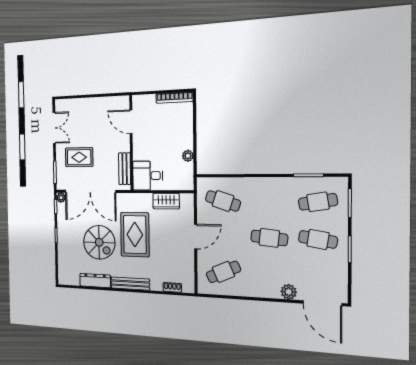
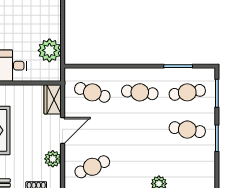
plant: (188, 156) -> (49, 50), width x1.87, depth x1.87
wardrobe: (166, 201) -> (53, 99), moved, turned 90
cafe table: (269, 238) -> (140, 92), moved
plant: (187, 263) -> (53, 159), added

